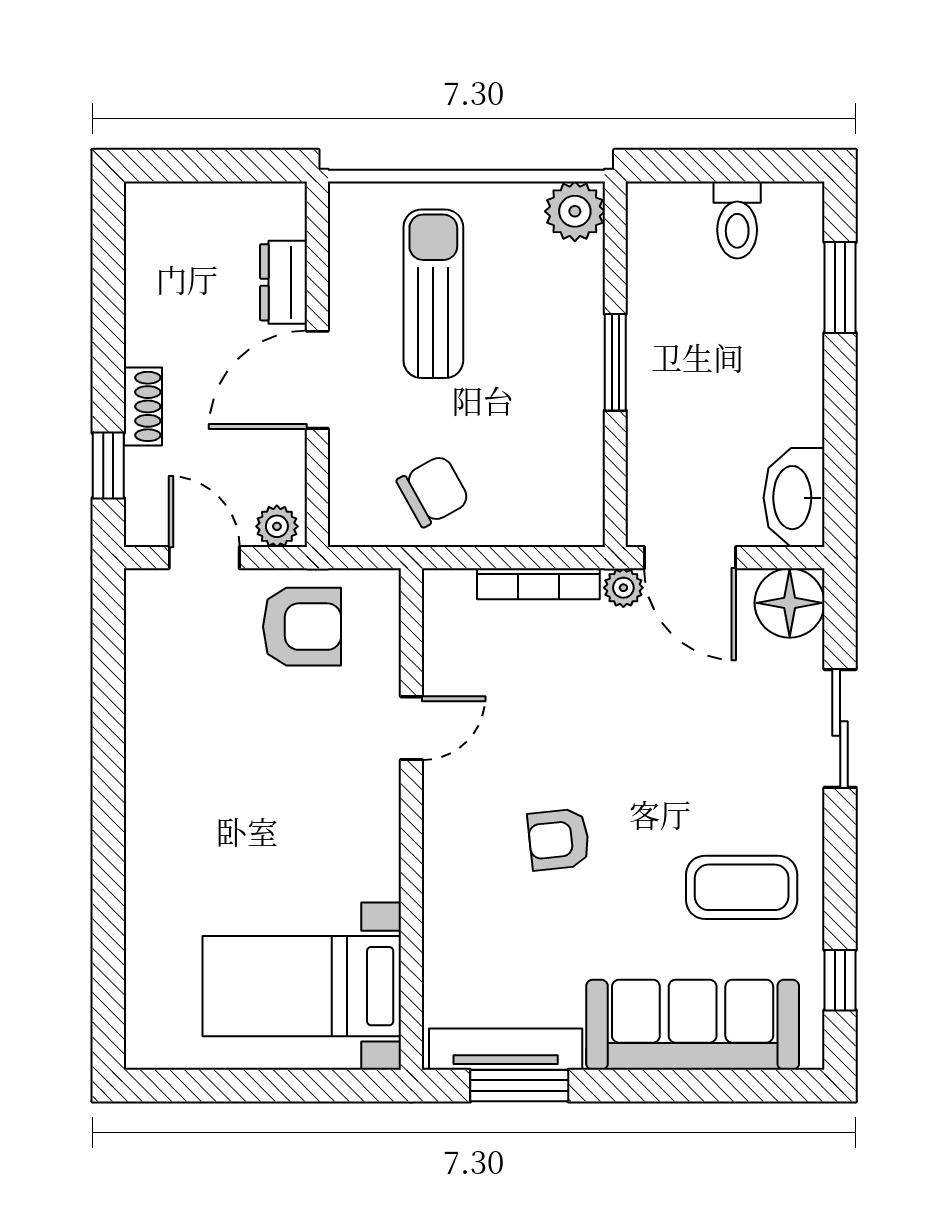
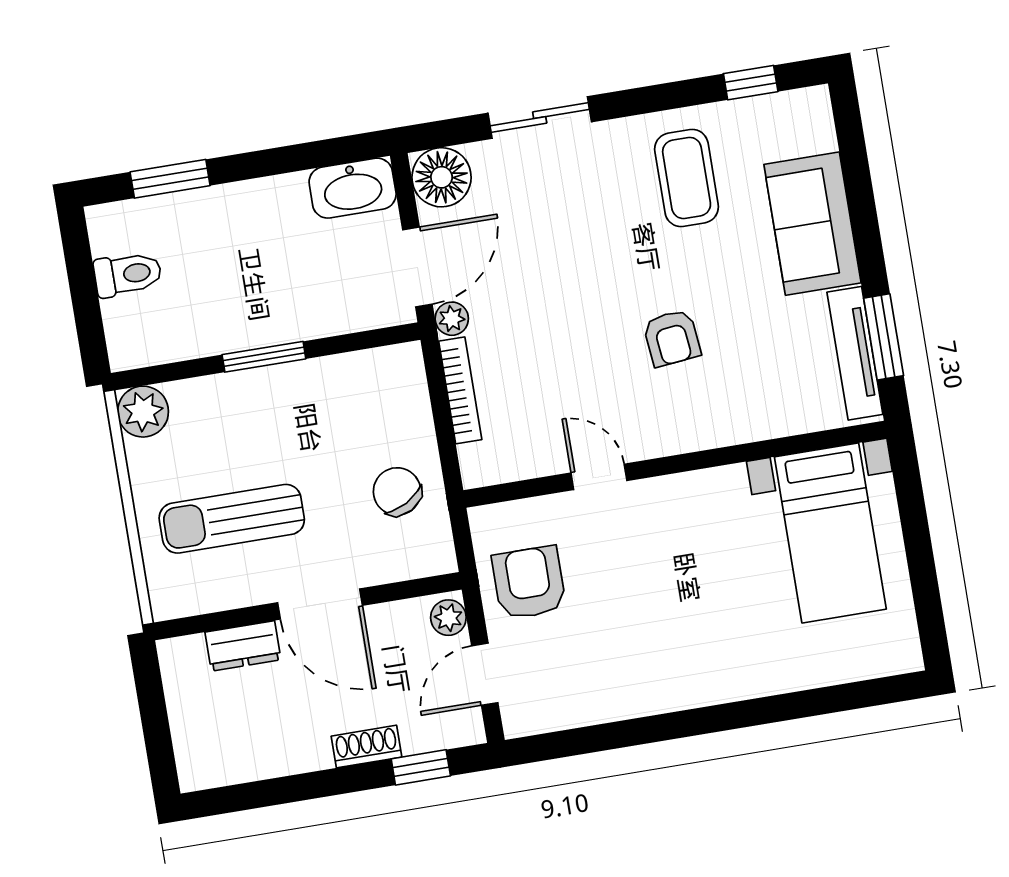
sofa: (693, 1025) -> (812, 224), width x0.73

